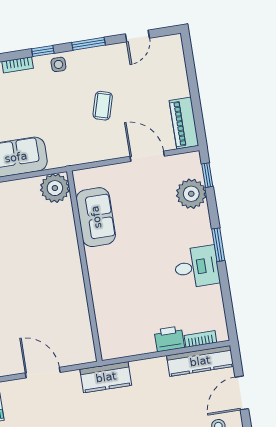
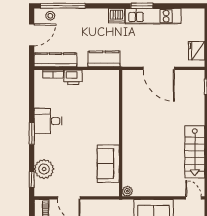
plant: (55, 188) -> (127, 191), width x0.53, depth x0.53
door: (43, 373) -> (159, 68), width x1.36
kitchen counter: (106, 377) -> (104, 59), moved

